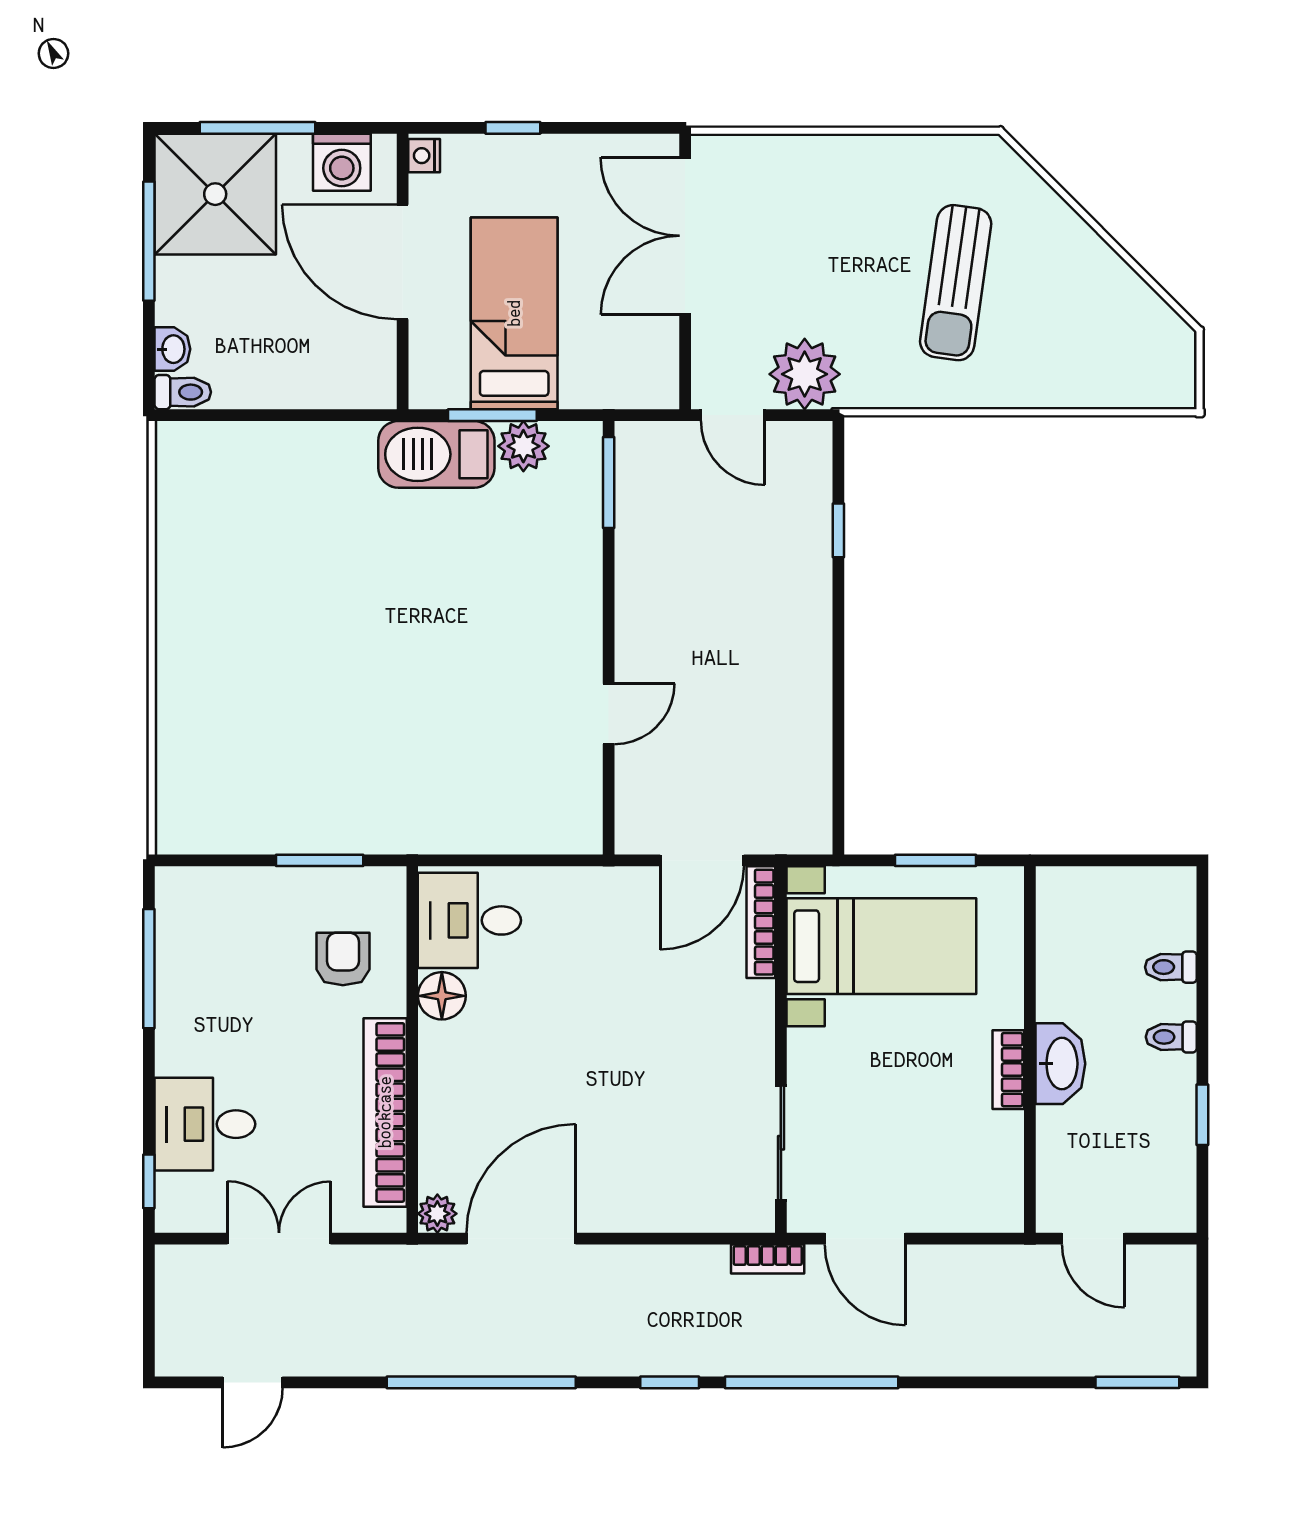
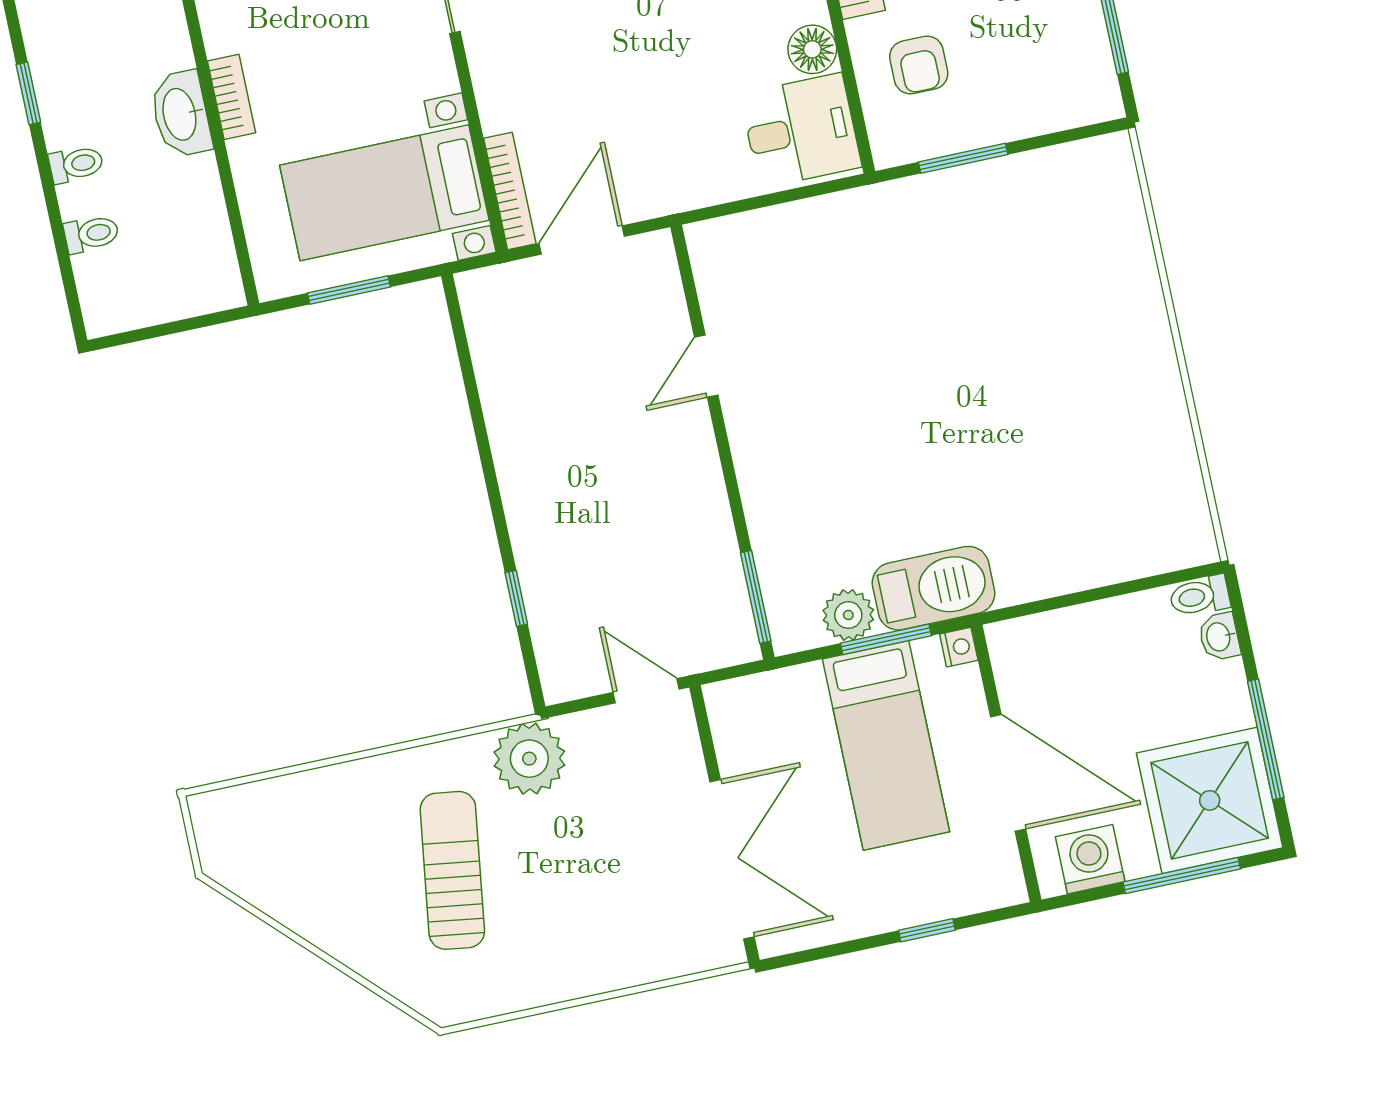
nightstand: (424, 156) -> (959, 647), moved
plant: (805, 374) -> (529, 759), moved

